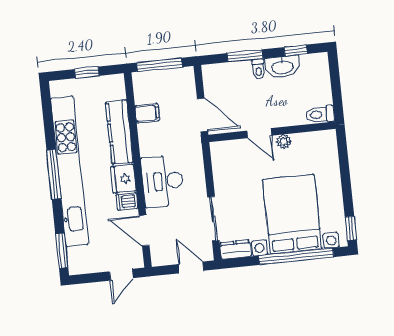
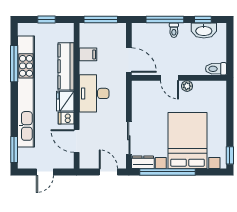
window: (245, 56) -> (165, 19), width x1.44
washbasin: (283, 67) -> (204, 31), moved
window: (54, 174) -> (14, 64), moved
desk: (163, 181) -> (94, 93), moved
window: (296, 256) -> (167, 172), moved
door: (121, 275) -> (45, 172), moved

